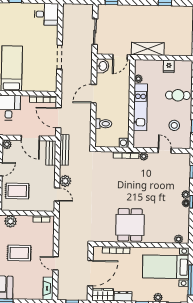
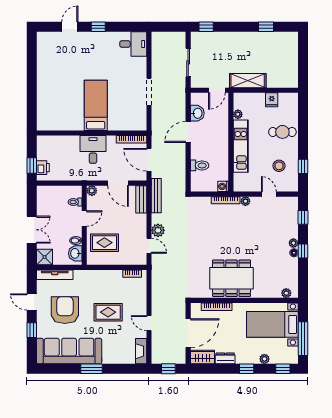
washbasin: (102, 66) -> (197, 113), moved
plant: (11, 221) -> (98, 277), removed
dining table: (130, 225) -> (232, 278), width x1.37

